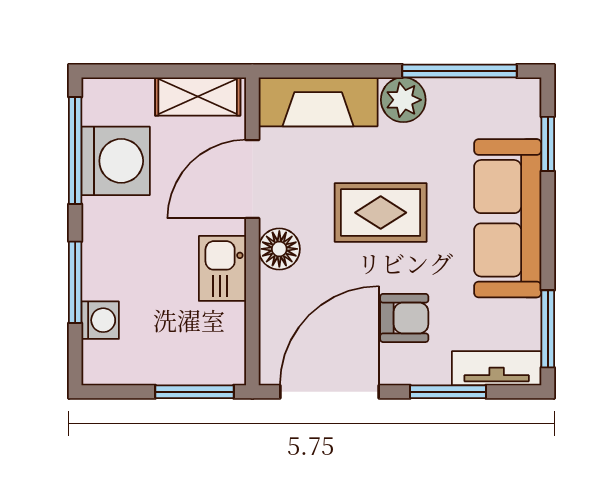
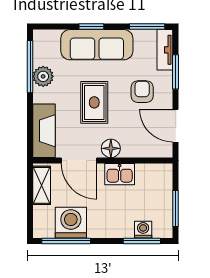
plant: (403, 100) -> (43, 76), moved
window: (548, 144) -> (91, 27), moved
window: (75, 282) -> (142, 241), moved
window: (195, 392) -> (176, 208), moved
door: (329, 392) -> (176, 126), width x0.73

